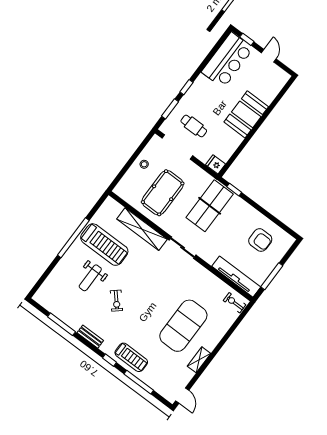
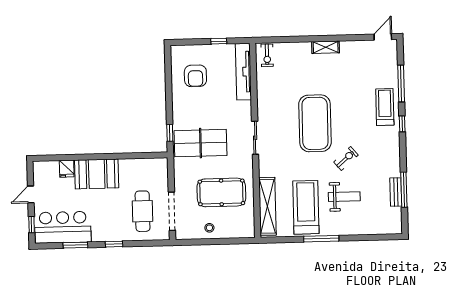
window: (170, 109) -> (75, 245), moved
cafe table: (194, 126) -> (143, 211), width x1.37, depth x1.35
fridge: (215, 164) -> (67, 169), moved
shelving: (142, 229) -> (267, 206), moved
window: (73, 238) -> (321, 239), width x0.68
armchair: (260, 240) -> (195, 76), turned 180
window: (272, 276) -> (219, 41), width x0.46
exercise mat: (183, 326) -> (315, 123), moved, turned 90
bench: (90, 337) -> (396, 192), moved
shelving: (199, 360) -> (326, 47), moved

